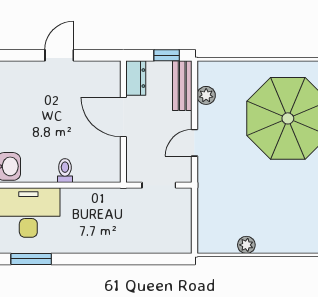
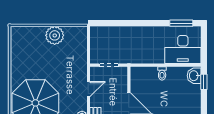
plant: (246, 245) -> (55, 35), width x1.88, depth x1.88

